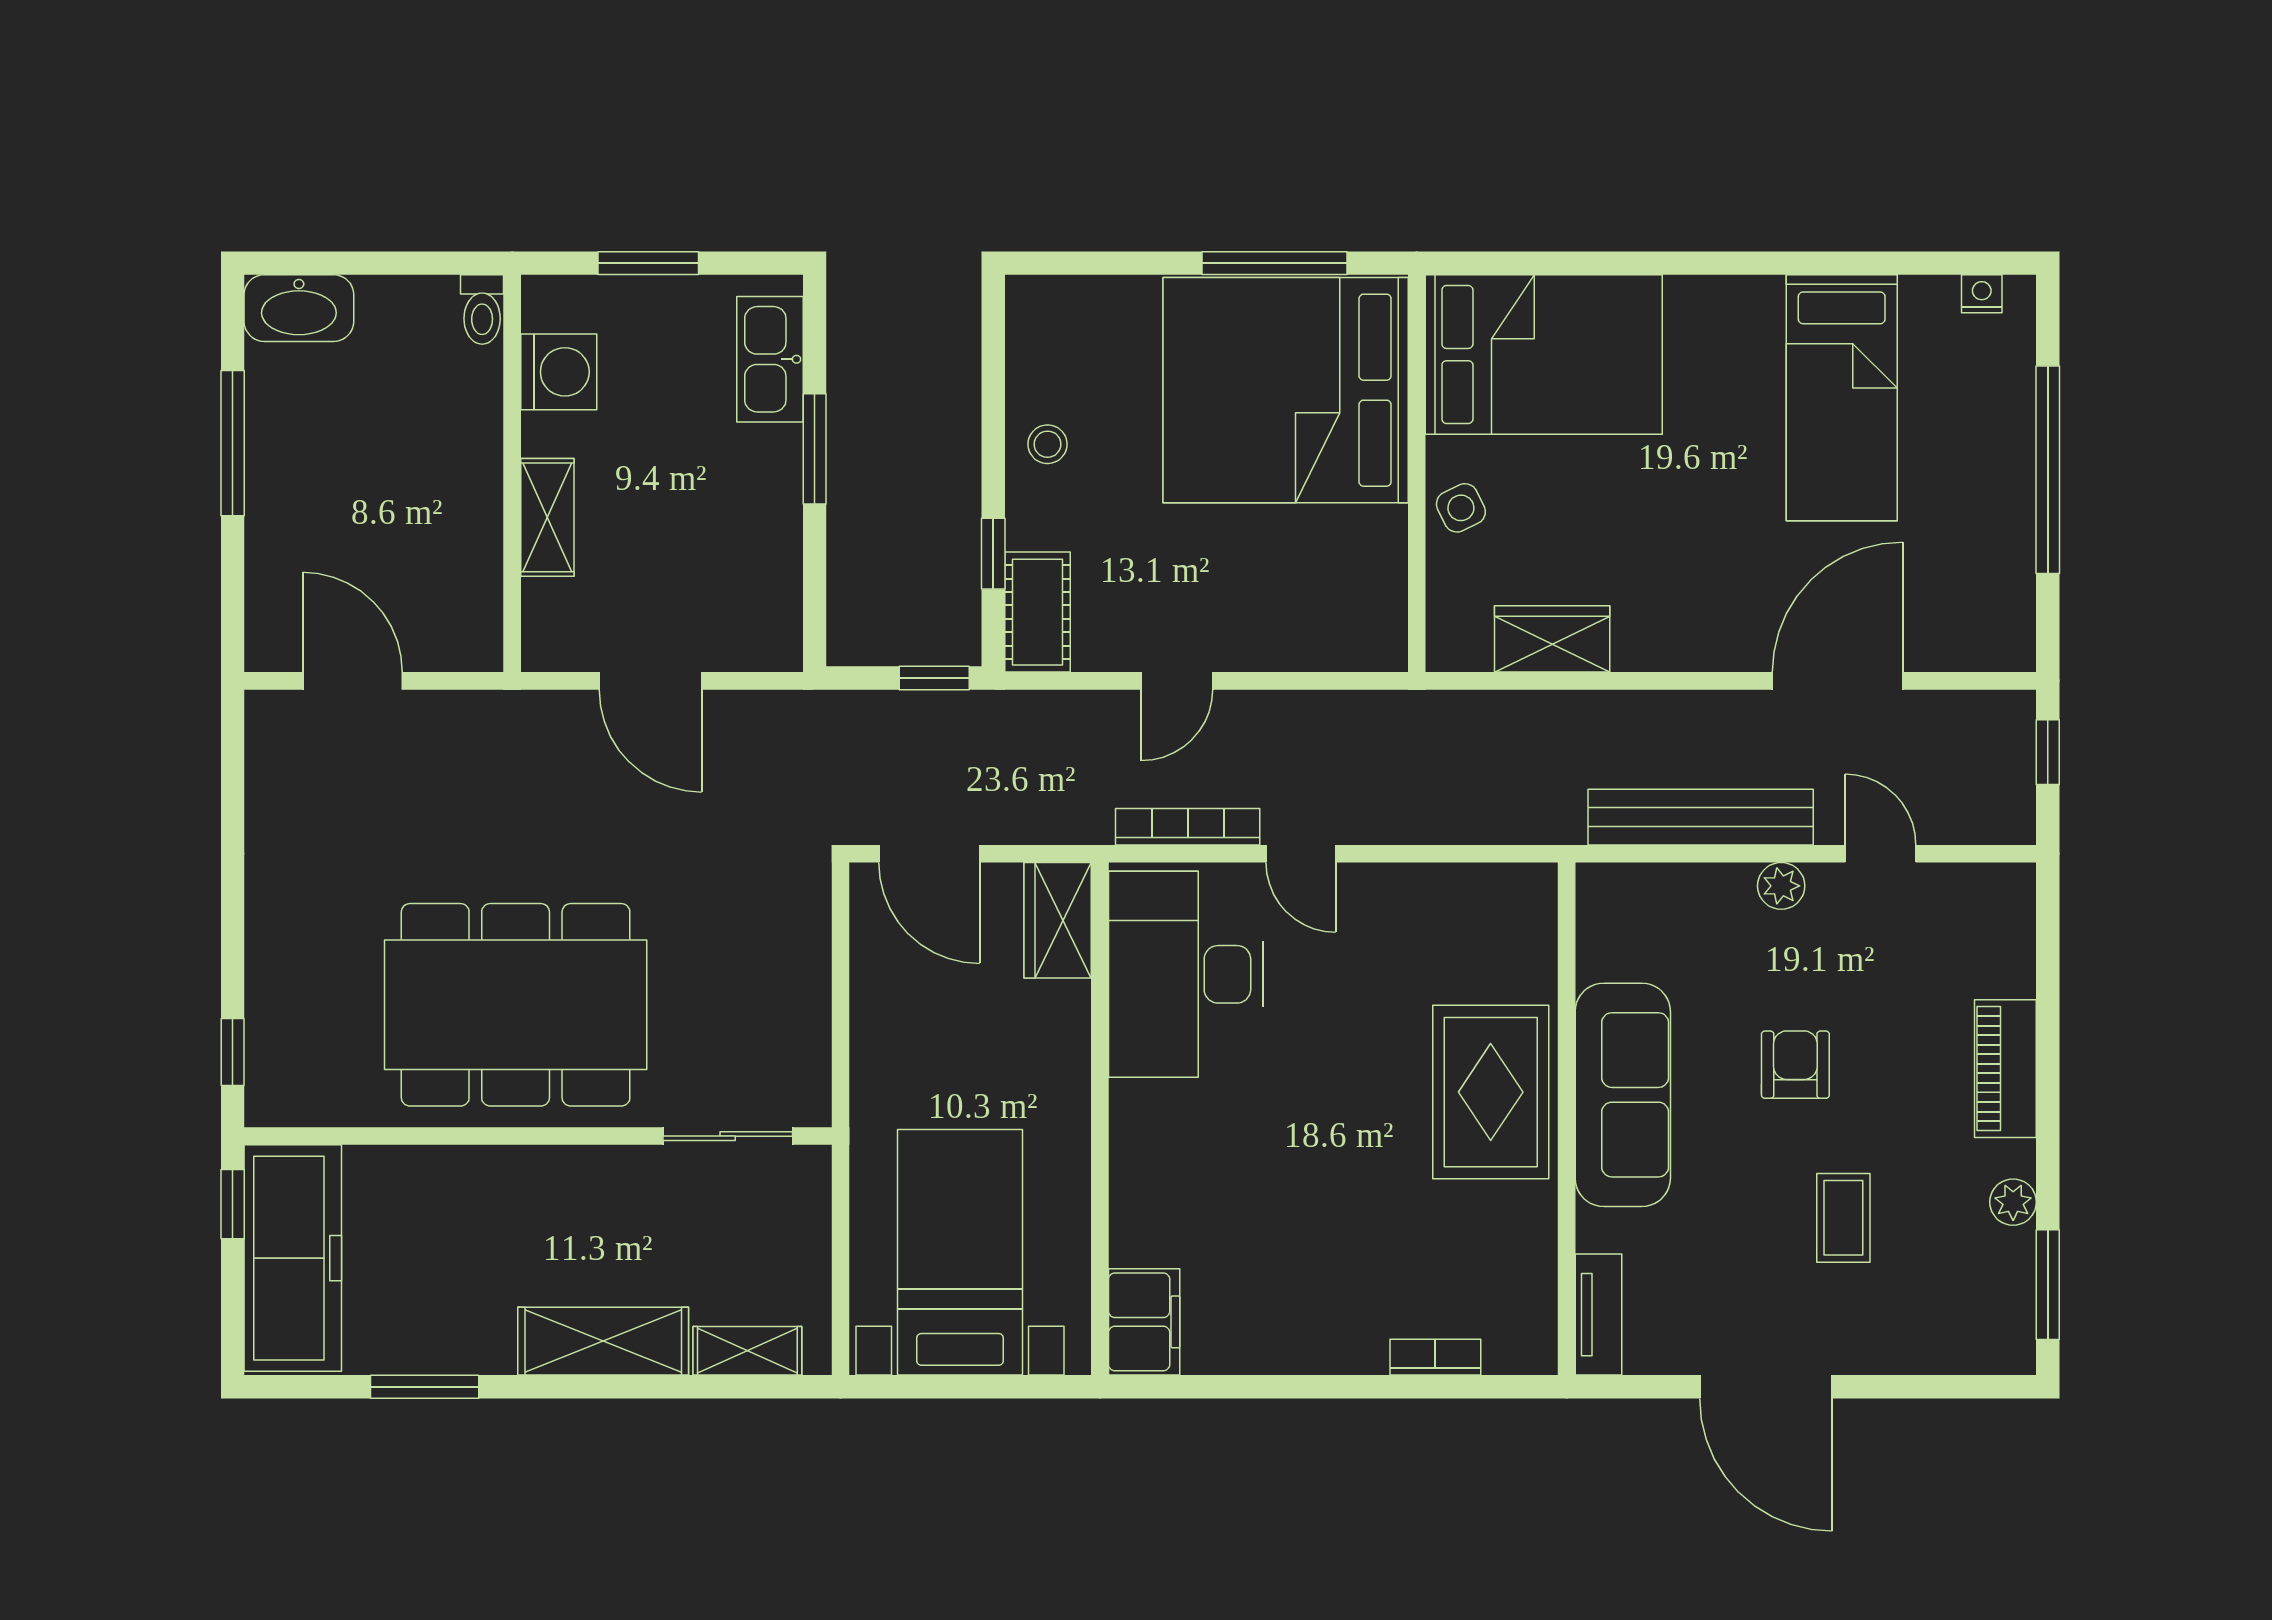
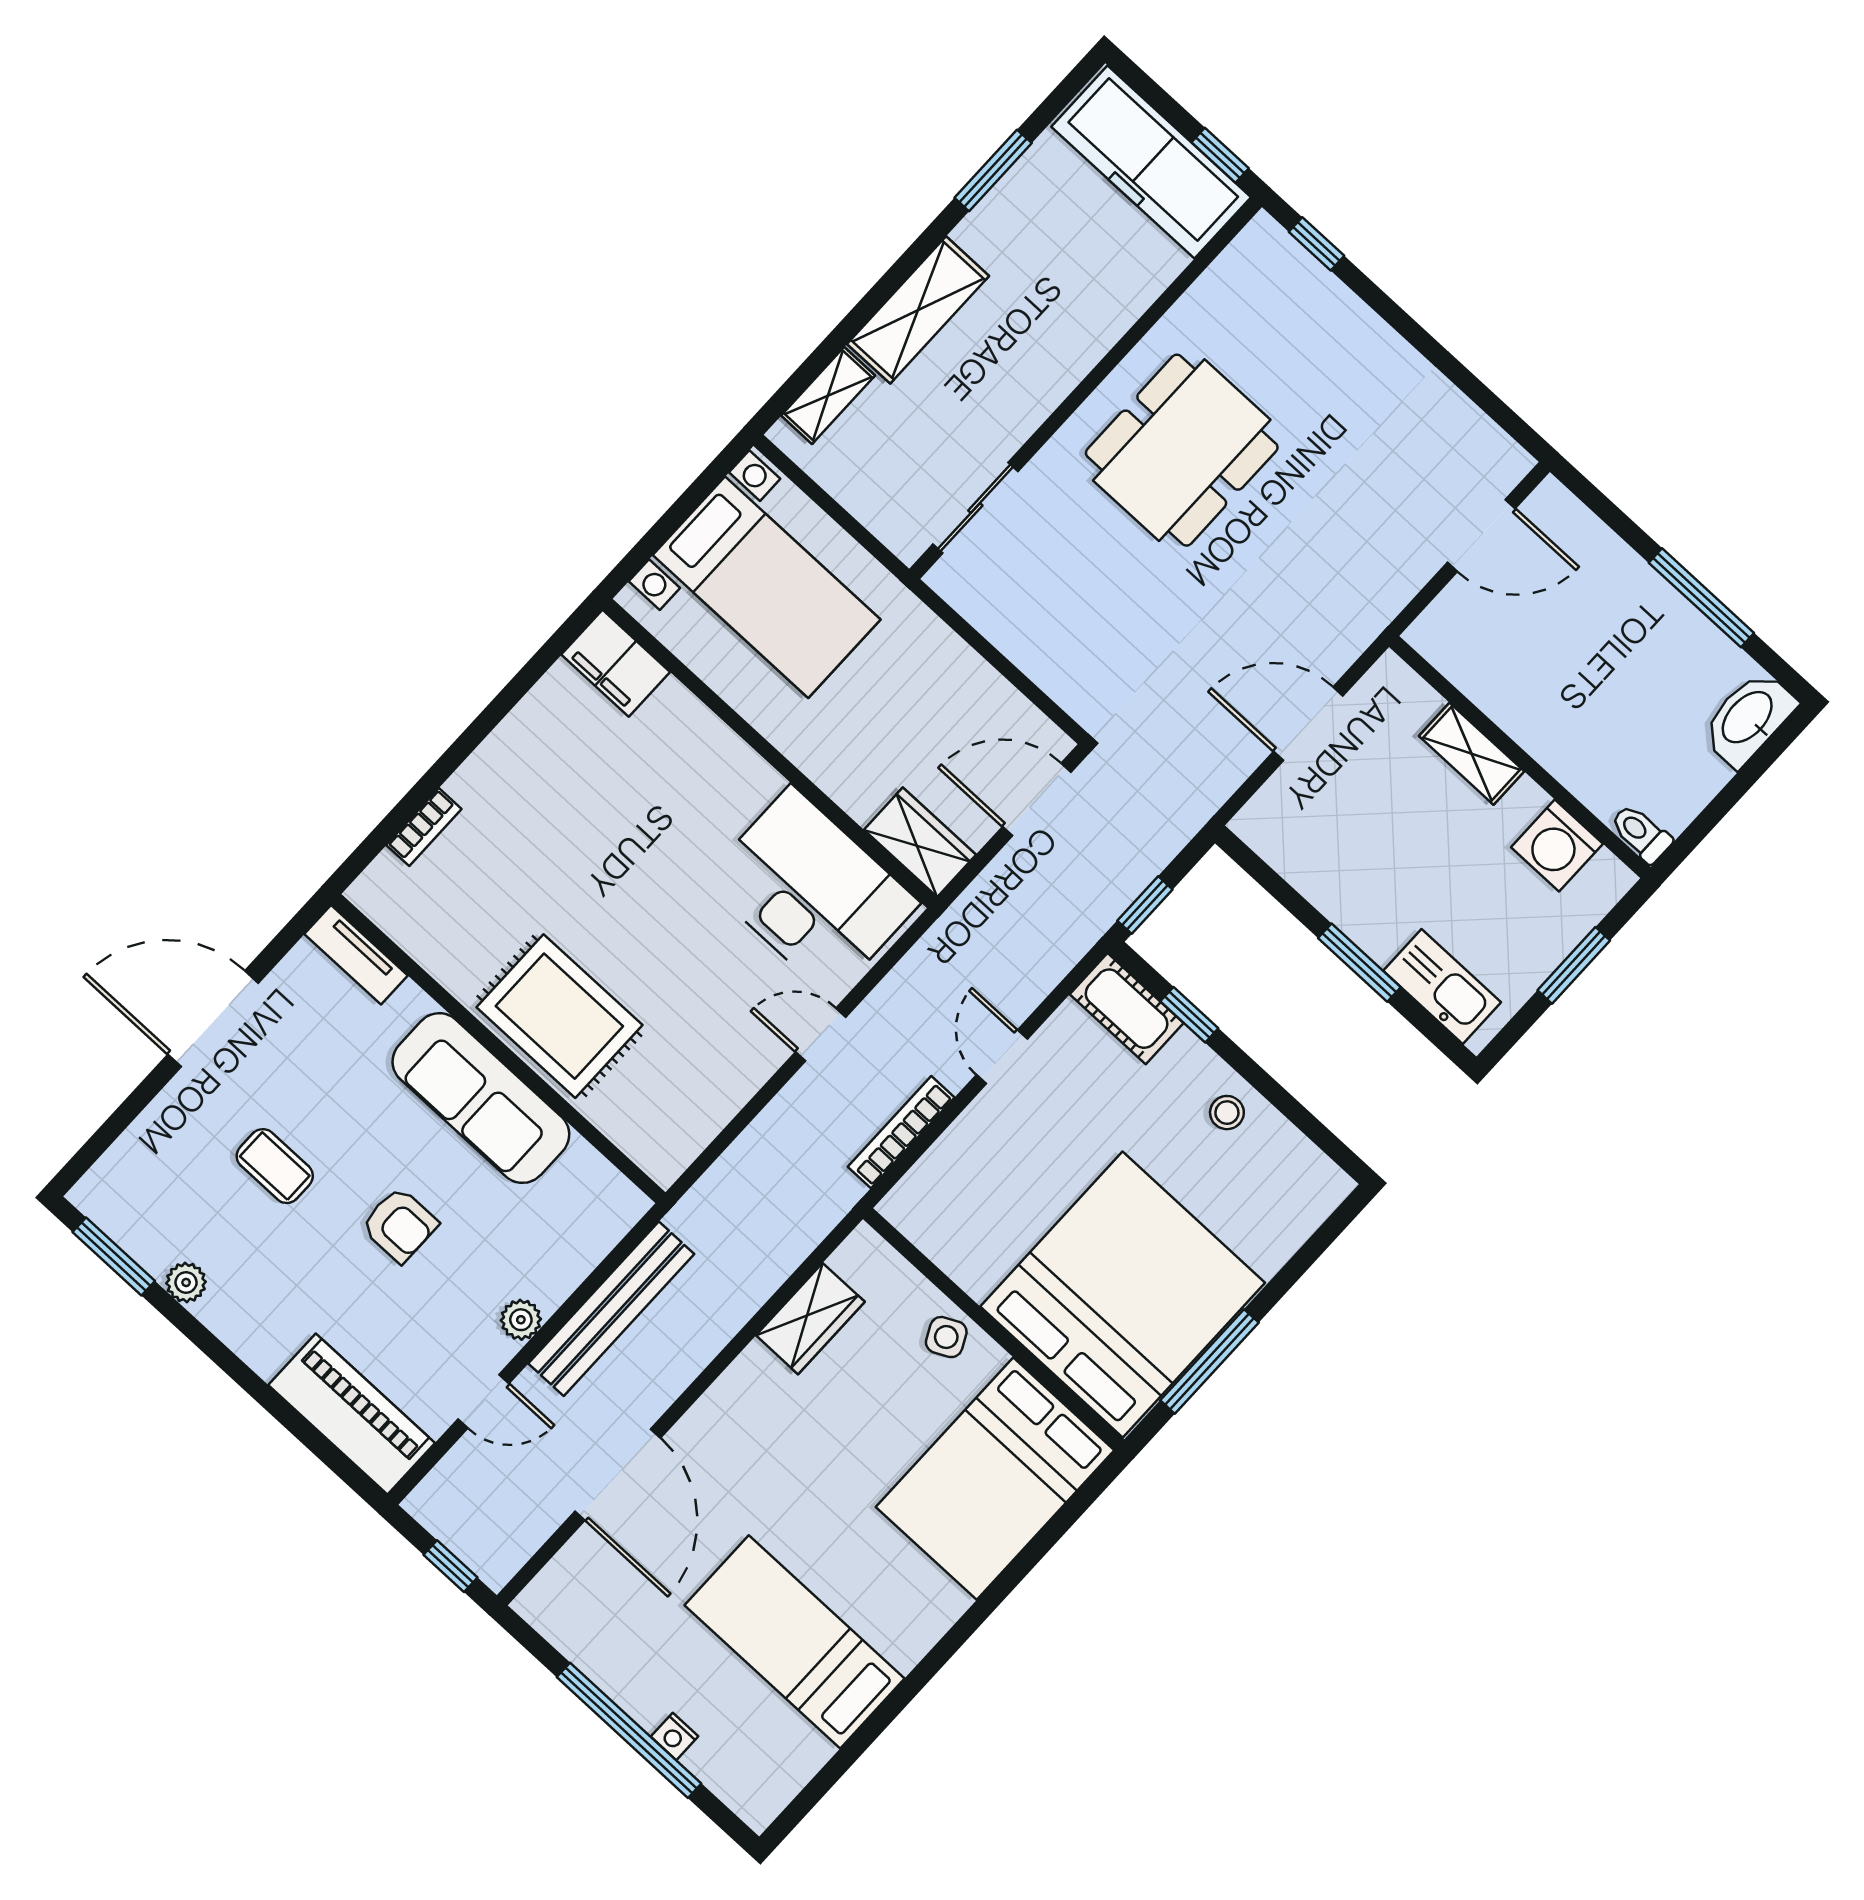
nightstand: (1982, 294) -> (674, 1736), moved, turned 90
bookcase: (1188, 827) -> (901, 1132), moved, turned 180
dining table: (516, 1005) -> (1182, 450), width x0.73, depth x0.80
piano: (2005, 1069) -> (352, 1414), moved, width x1.37, depth x1.33

